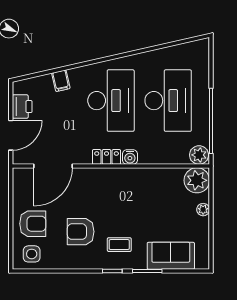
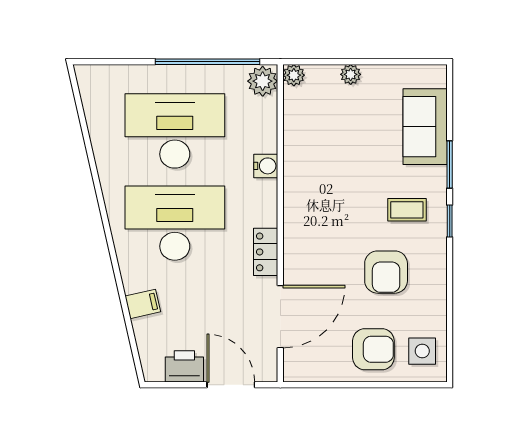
locker: (107, 157) -> (266, 252), moved
water cooler: (130, 157) -> (266, 166), moved
door: (53, 166) -> (280, 317), hinge flipped
plant: (197, 180) -> (294, 75), width x0.53, depth x0.53
armchair: (33, 224) -> (373, 349), turned 90
coffee table: (119, 245) -> (407, 210), turned 90

